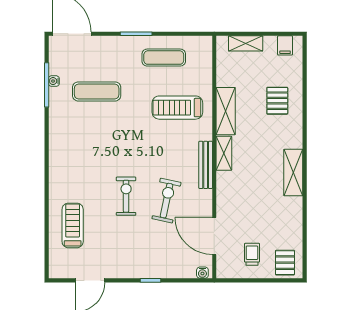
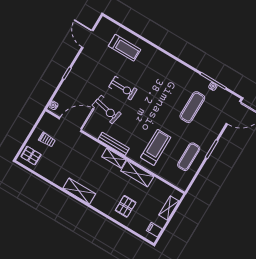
pallet: (277, 101) -> (126, 206), turned 90

